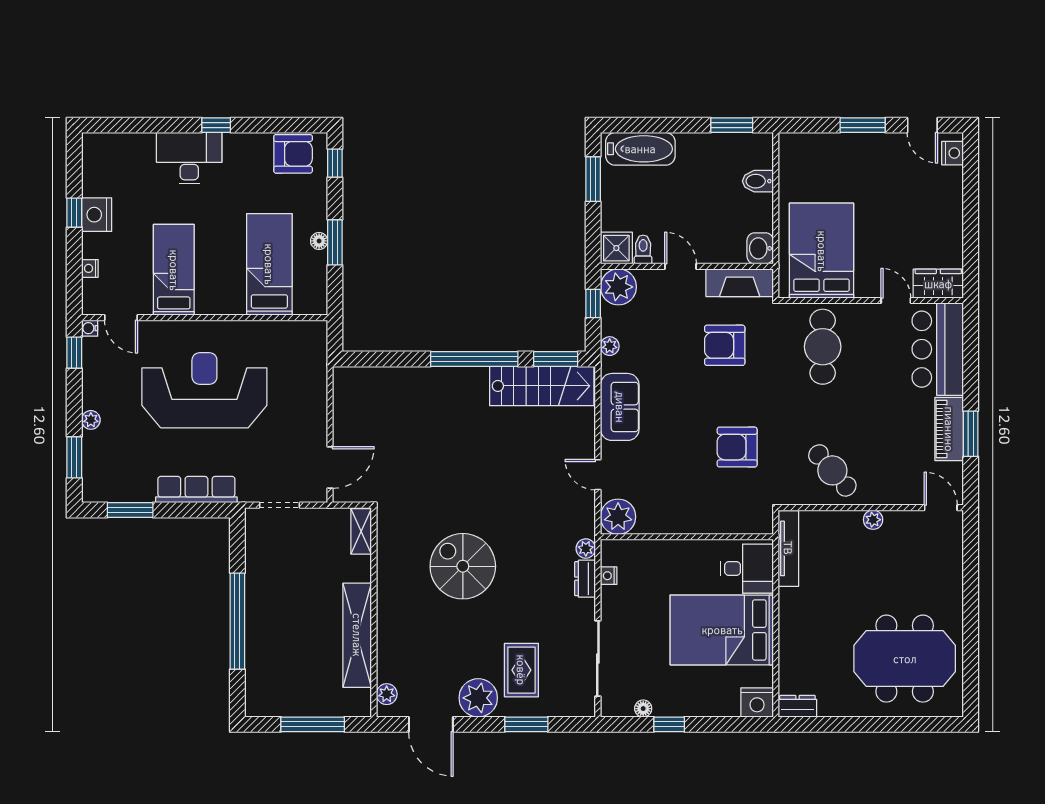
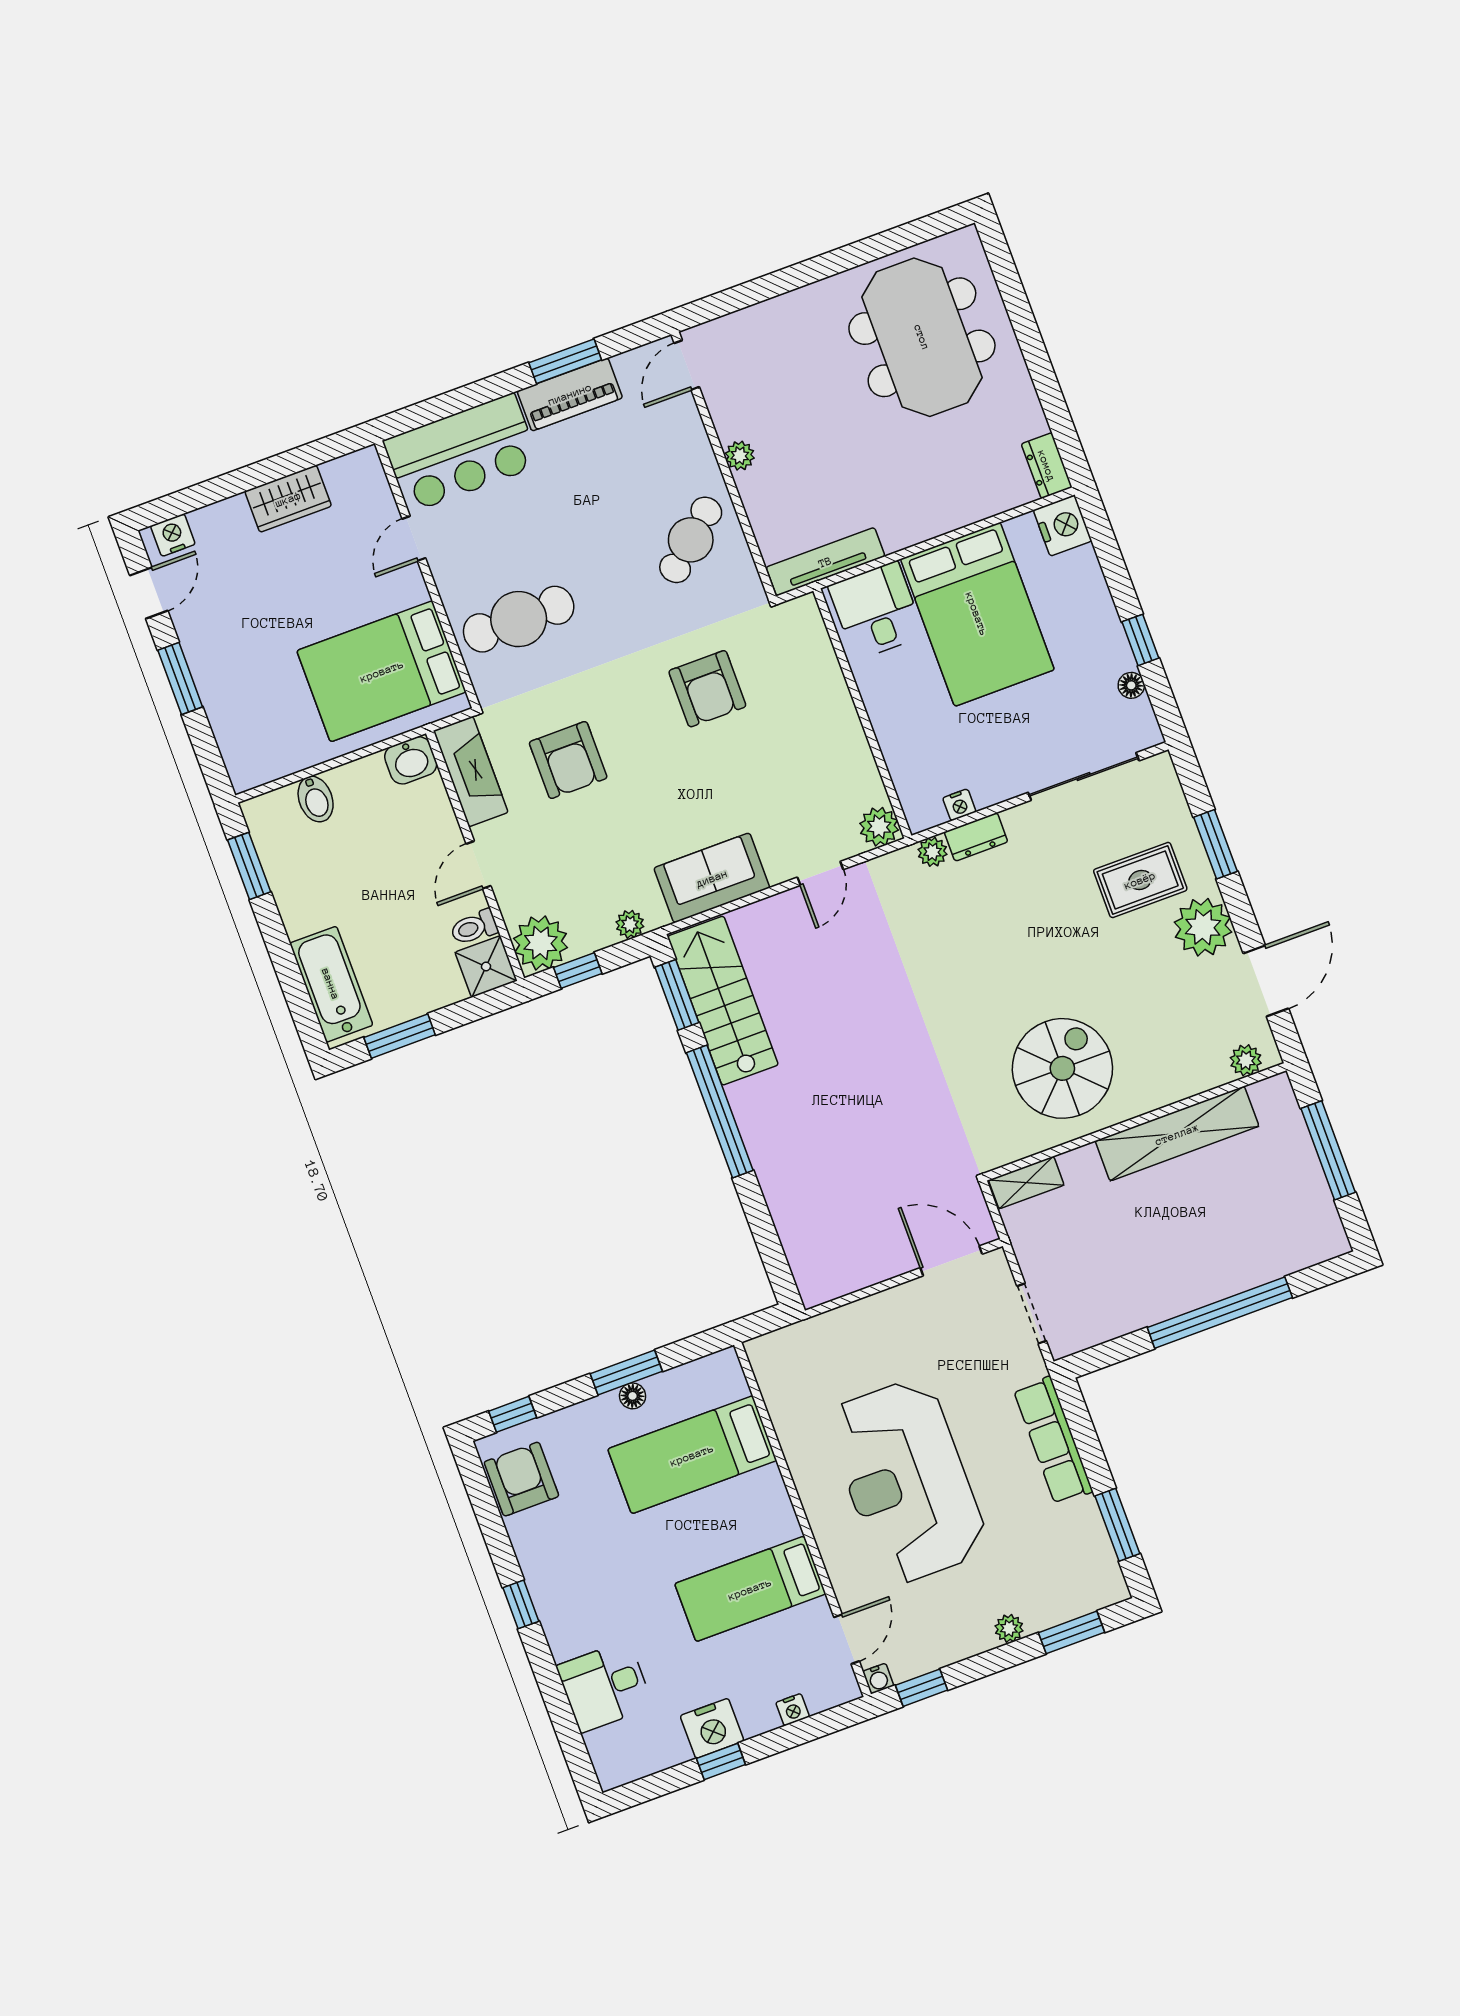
desk: (189, 158) -> (605, 1686), moved, width x0.73
wardrobe: (938, 284) -> (288, 499), moved, turned -90
plant: (618, 517) -> (879, 827), width x0.73, depth x0.73
spiral stairs: (463, 566) -> (1062, 1068), moved, turned 180

